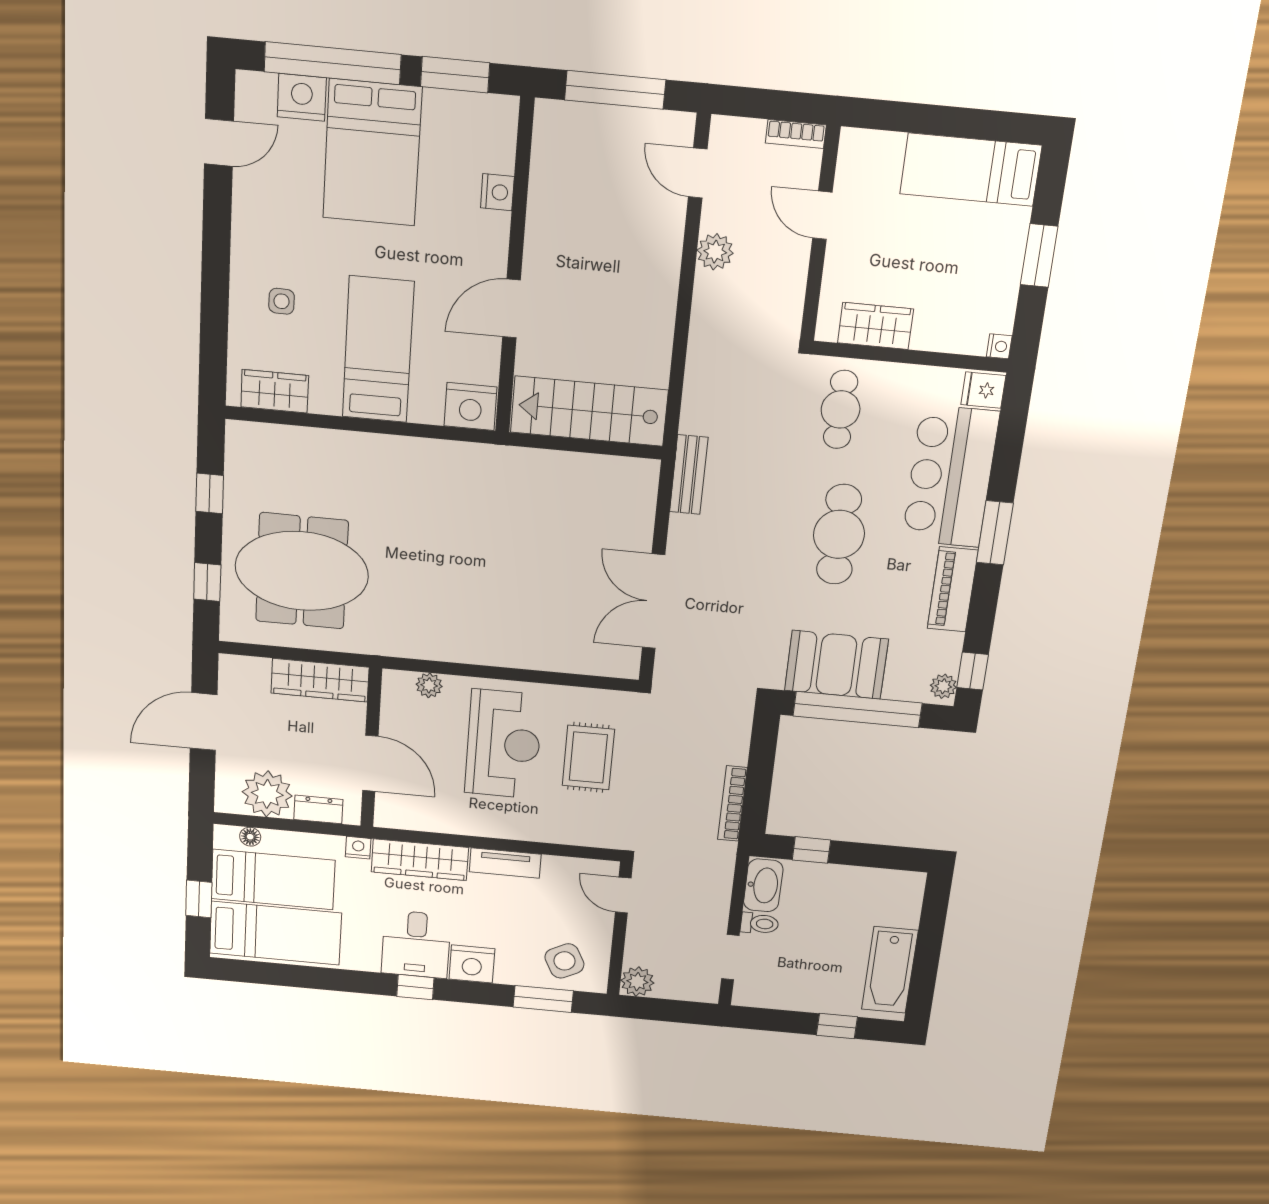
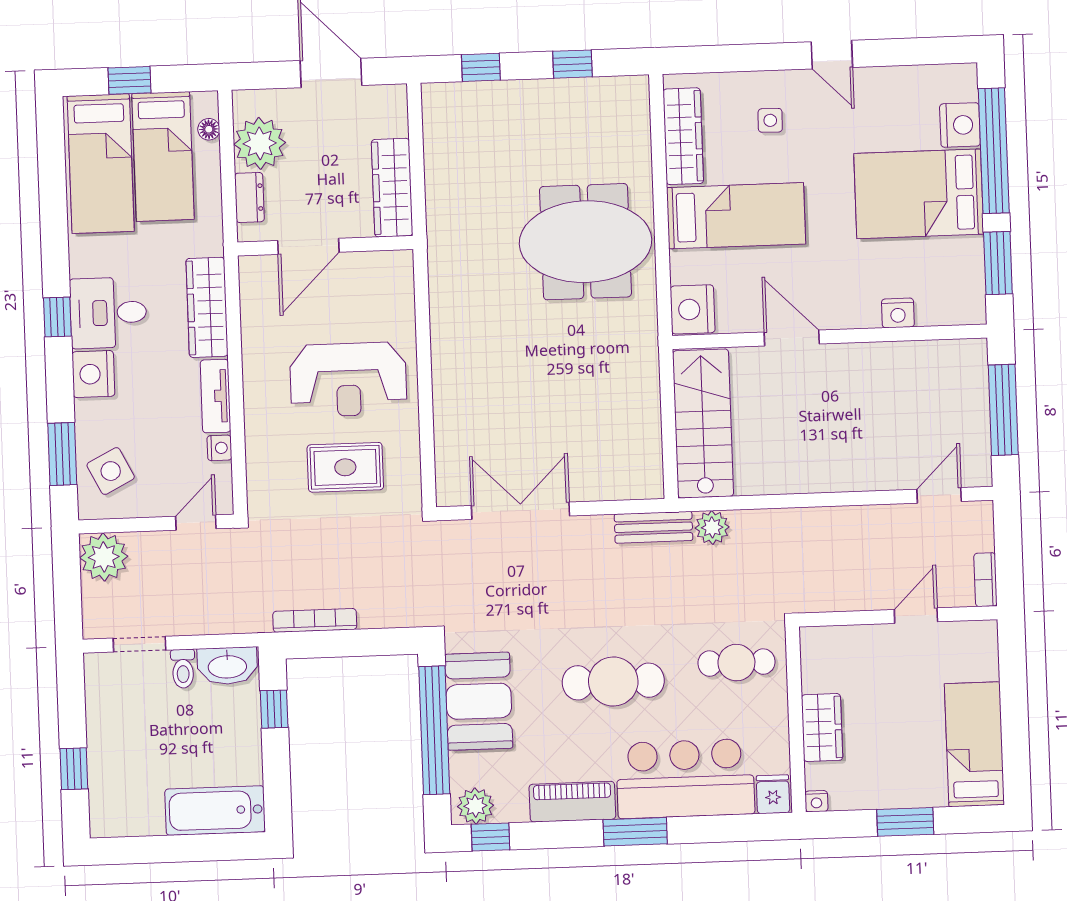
door: (219, 142) -> (832, 55), moved
plant: (715, 252) -> (712, 527), moved
wardrobe: (875, 326) -> (822, 728), moved
wardrobe: (275, 391) -> (683, 136), width x1.50
meeting table: (302, 571) -> (585, 242), moved, turned 90
plant: (429, 685) -> (402, 298), removed
plant: (943, 686) -> (475, 806), width x1.38, depth x1.38
nightstand: (358, 848) -> (219, 448), moved
bathtub: (890, 970) -> (215, 811), moved
plant: (637, 982) -> (104, 557), width x1.36, depth x1.36

